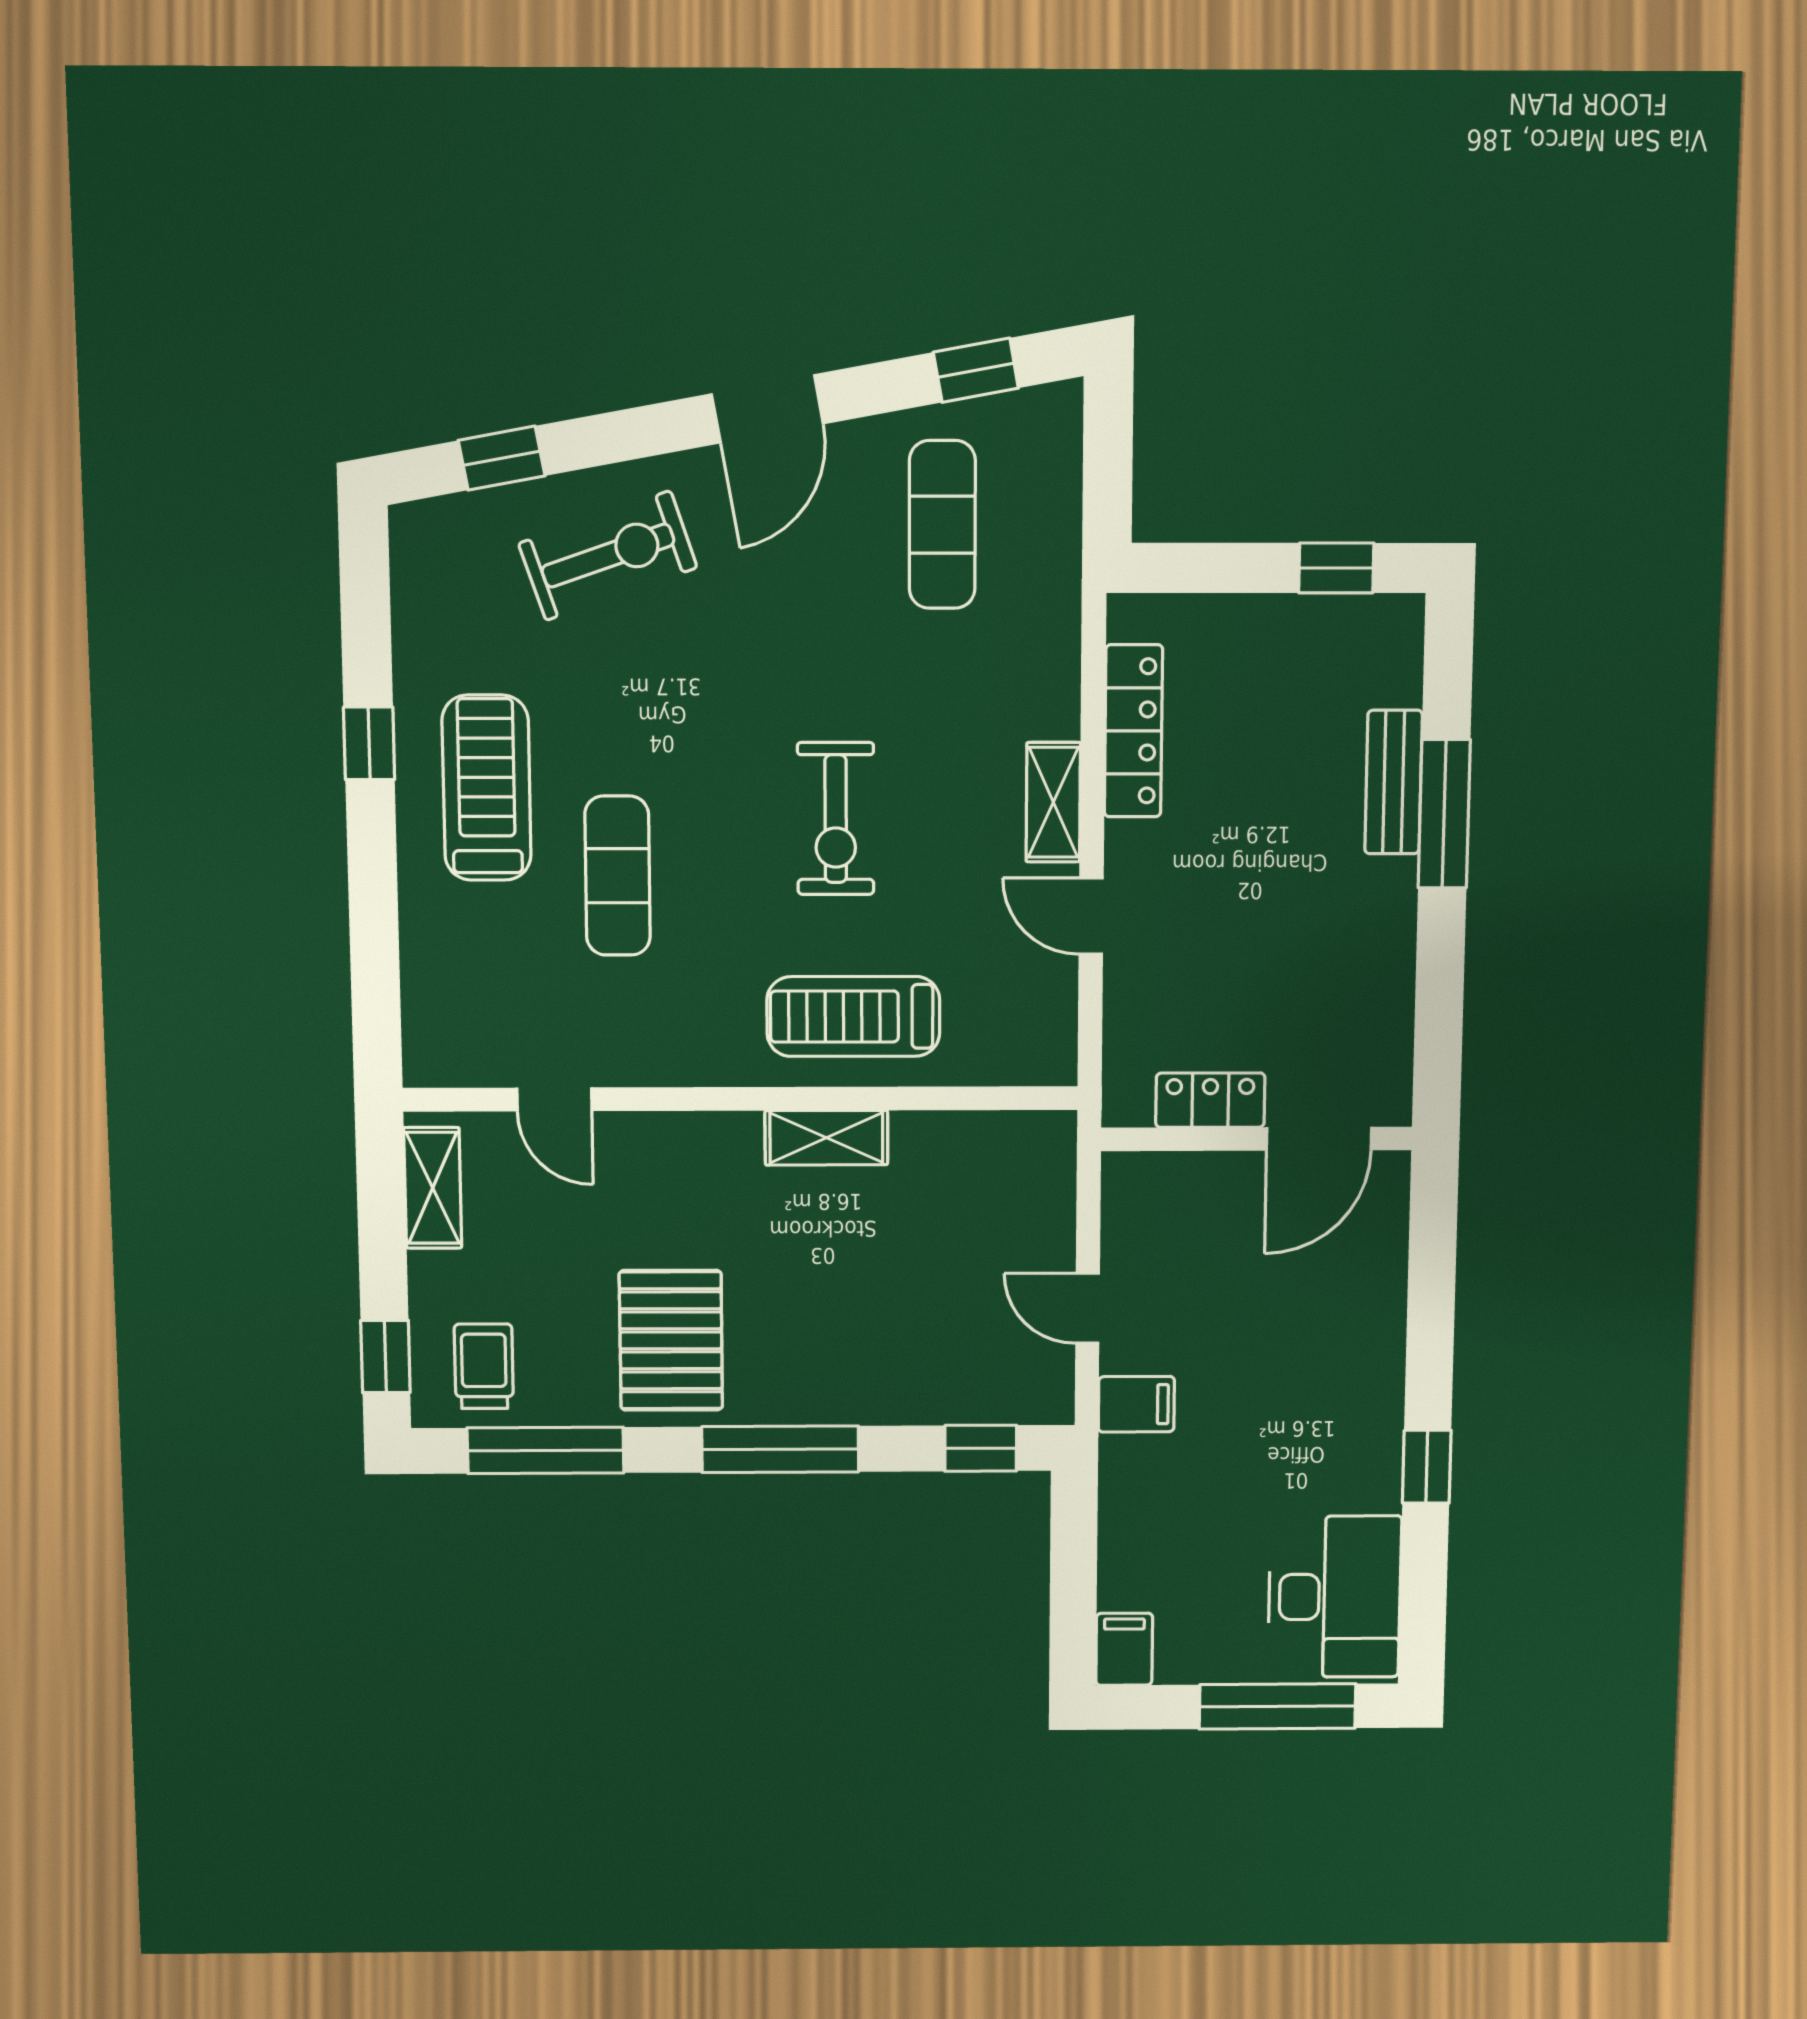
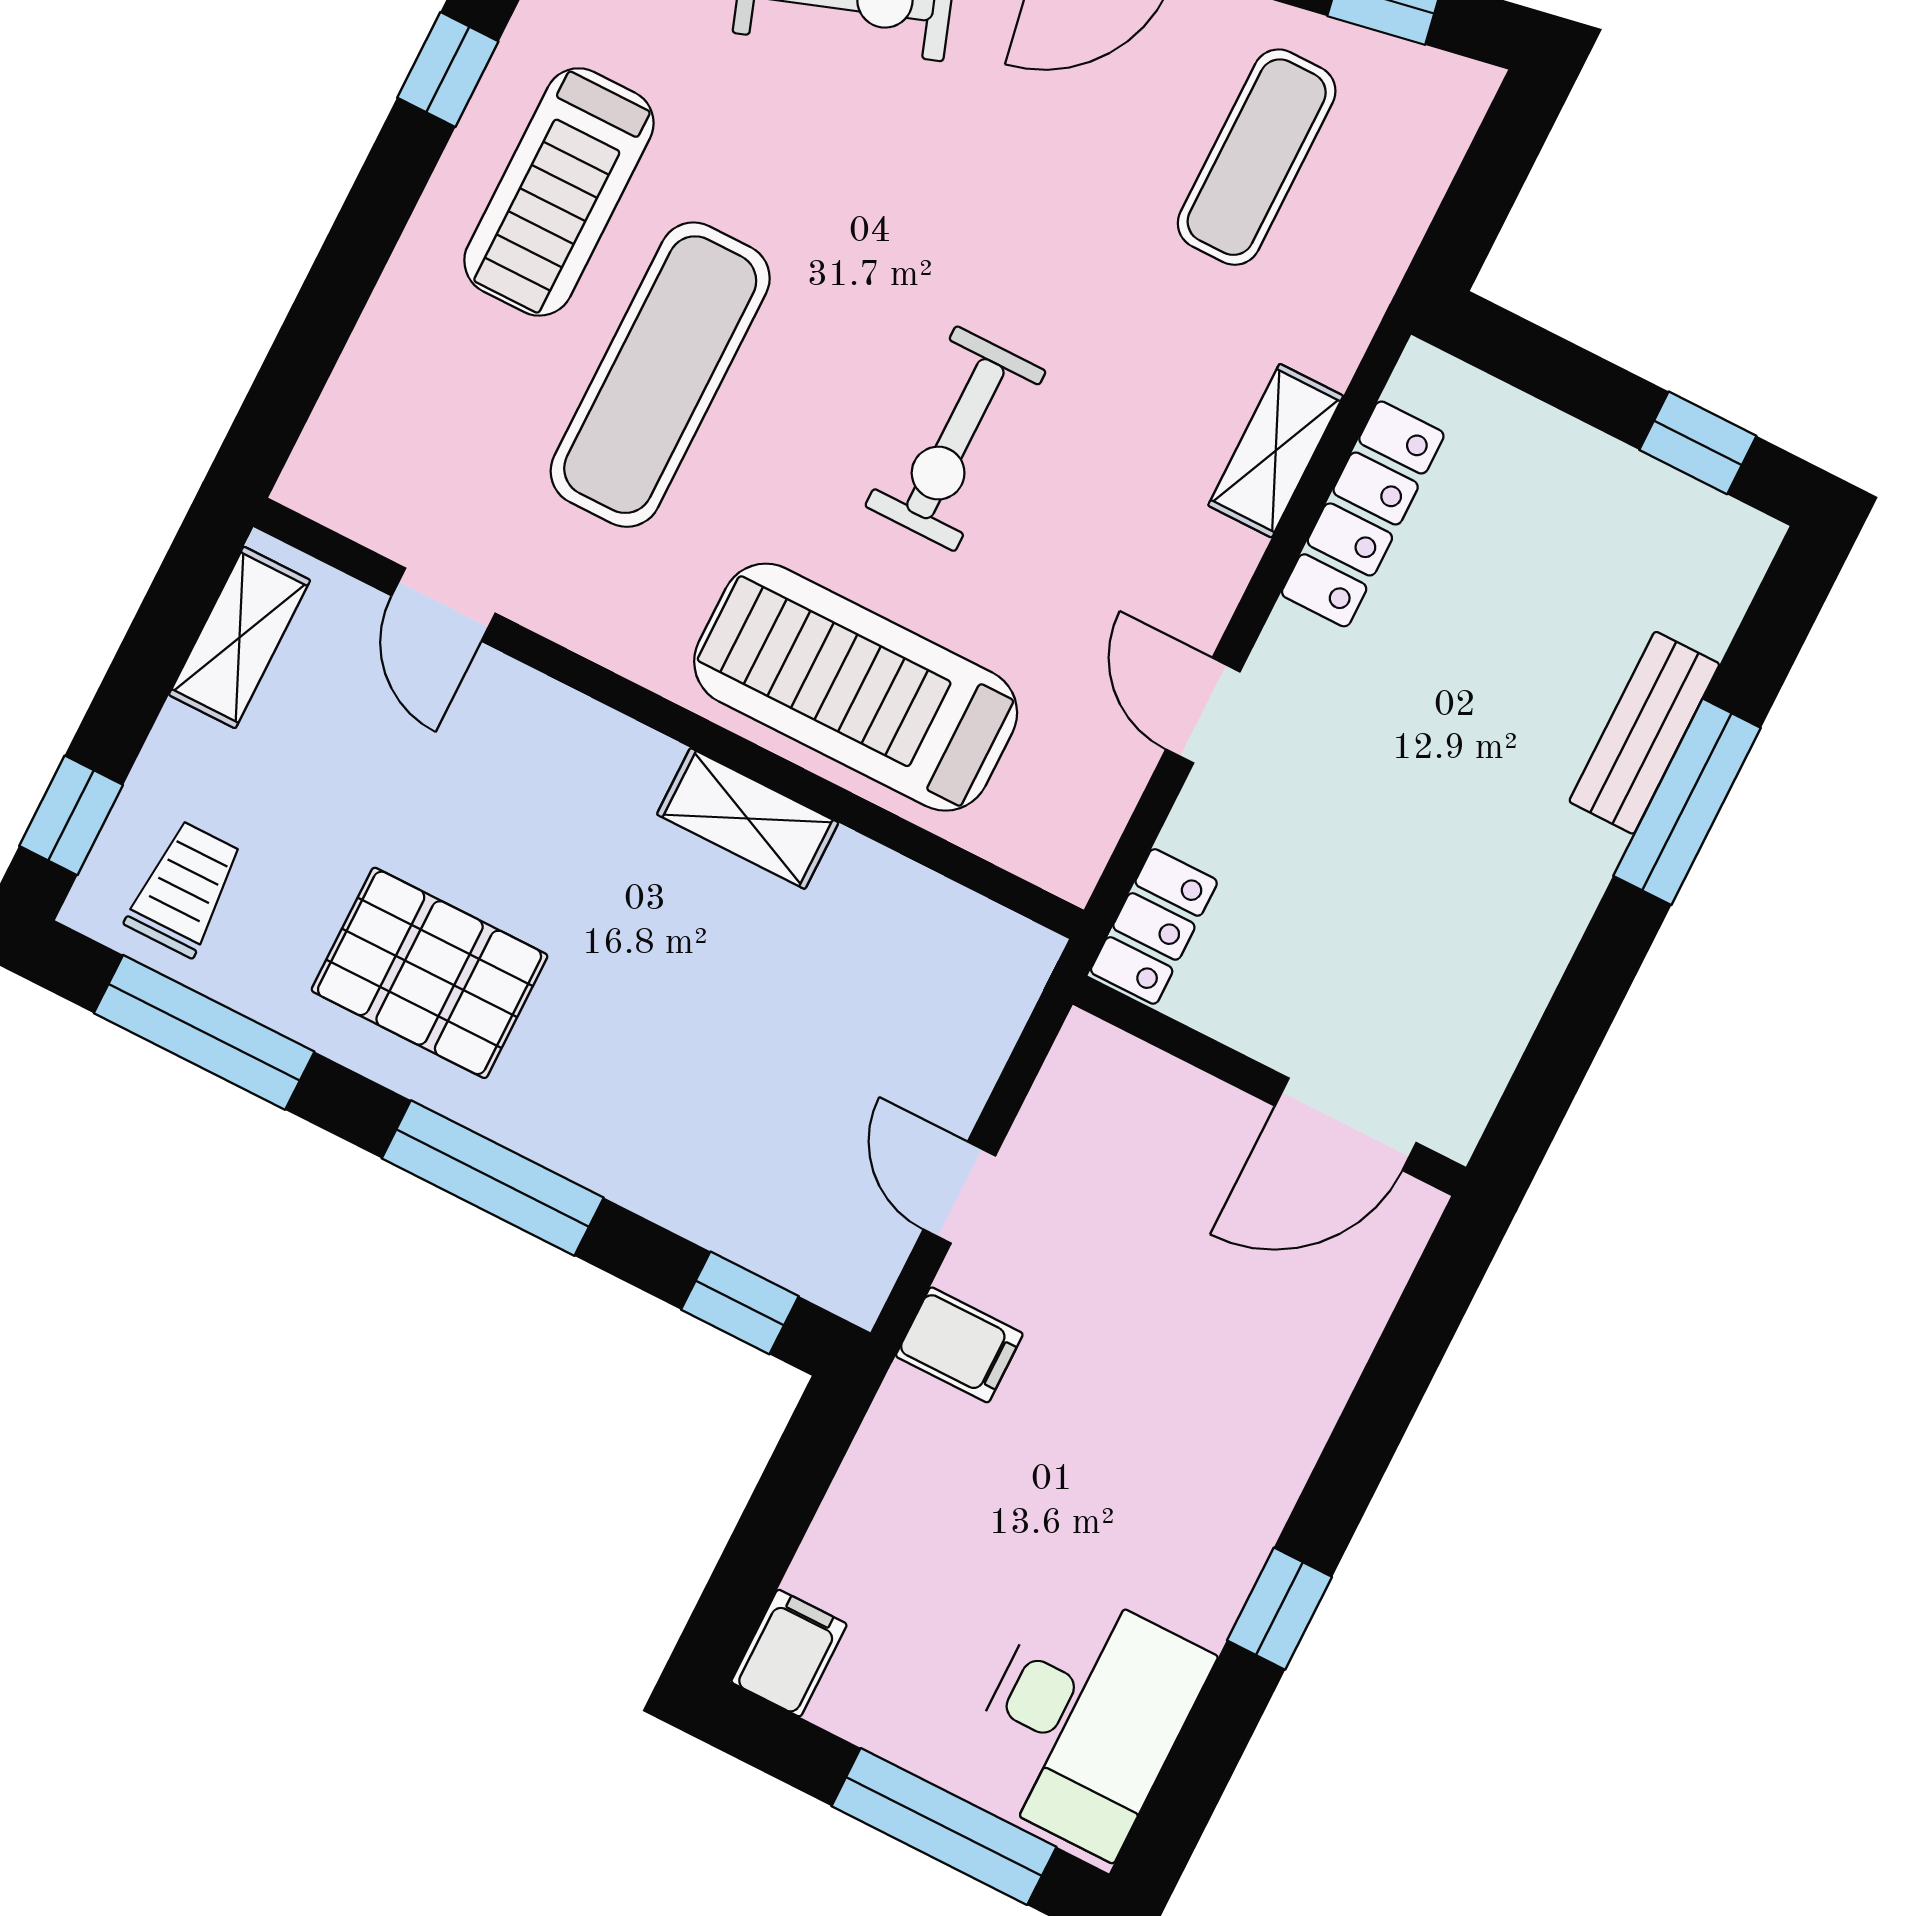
treadmill: (487, 788) -> (559, 192), turned 180
shelving: (1053, 802) -> (1276, 451), moved
exercise mat: (618, 876) -> (660, 375), width x1.36, depth x1.45
treadmill: (853, 1017) -> (856, 687), width x1.37, depth x1.38
locker: (1210, 1100) -> (1154, 926), moved, turned 90
pallet: (671, 1340) -> (430, 973), turned 90

